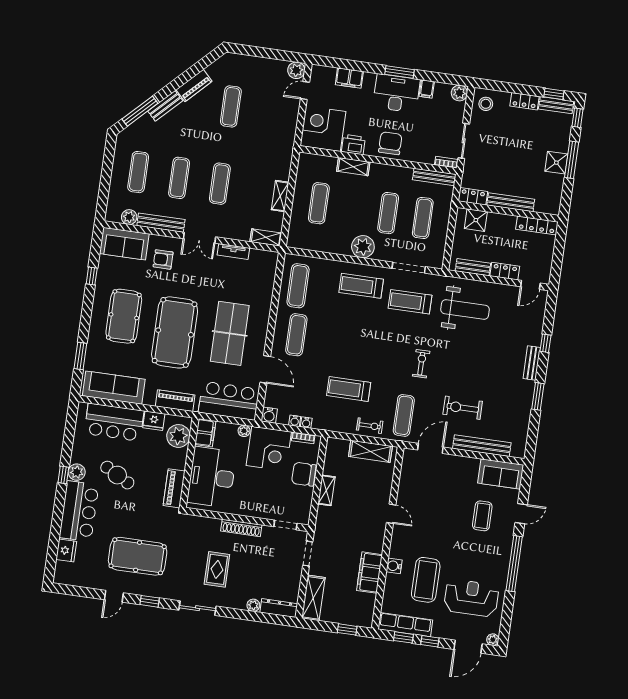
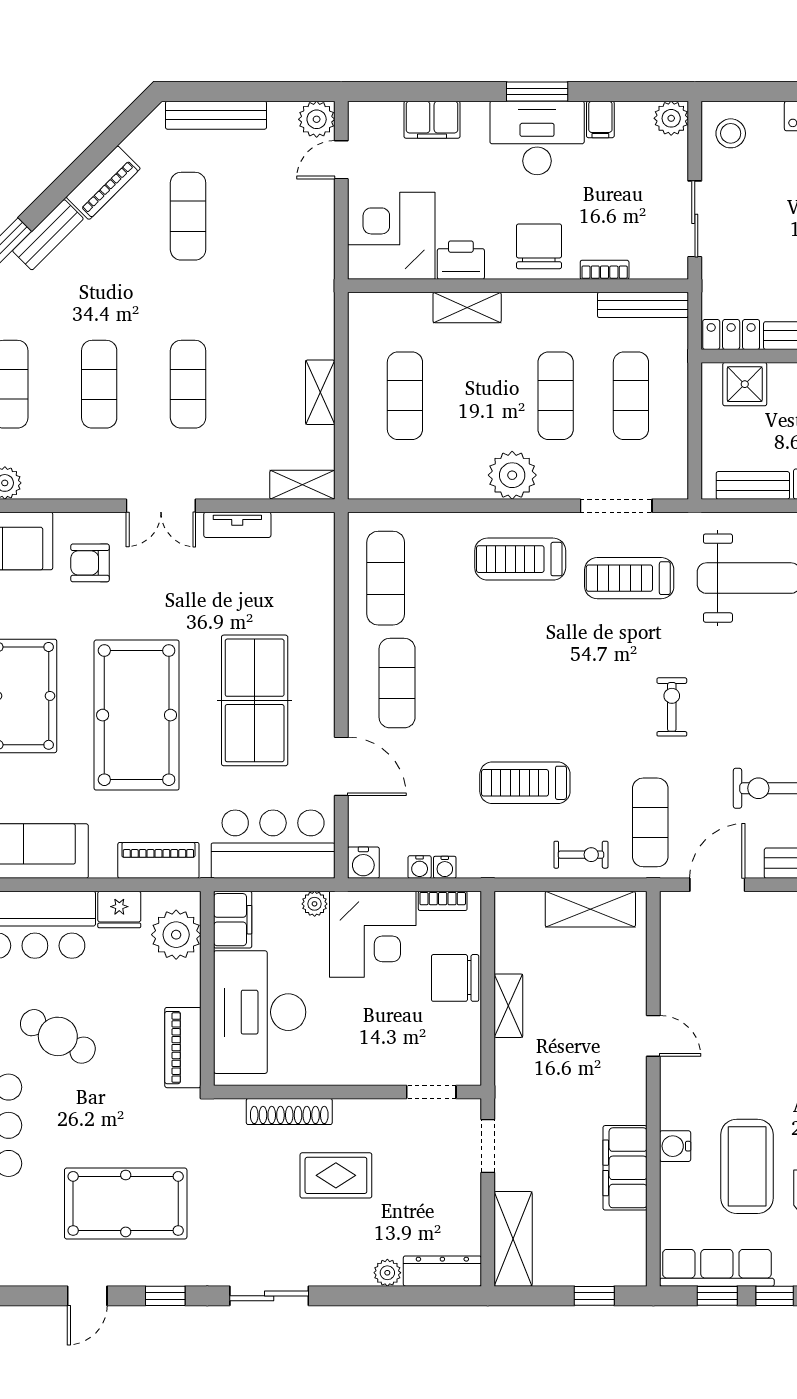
bookcase: (446, 162) -> (605, 270), moved
bench: (161, 223) -> (216, 115), moved
shoe rack: (241, 528) -> (289, 1112), moved
rug: (217, 569) -> (336, 1175), moved, turned 90

